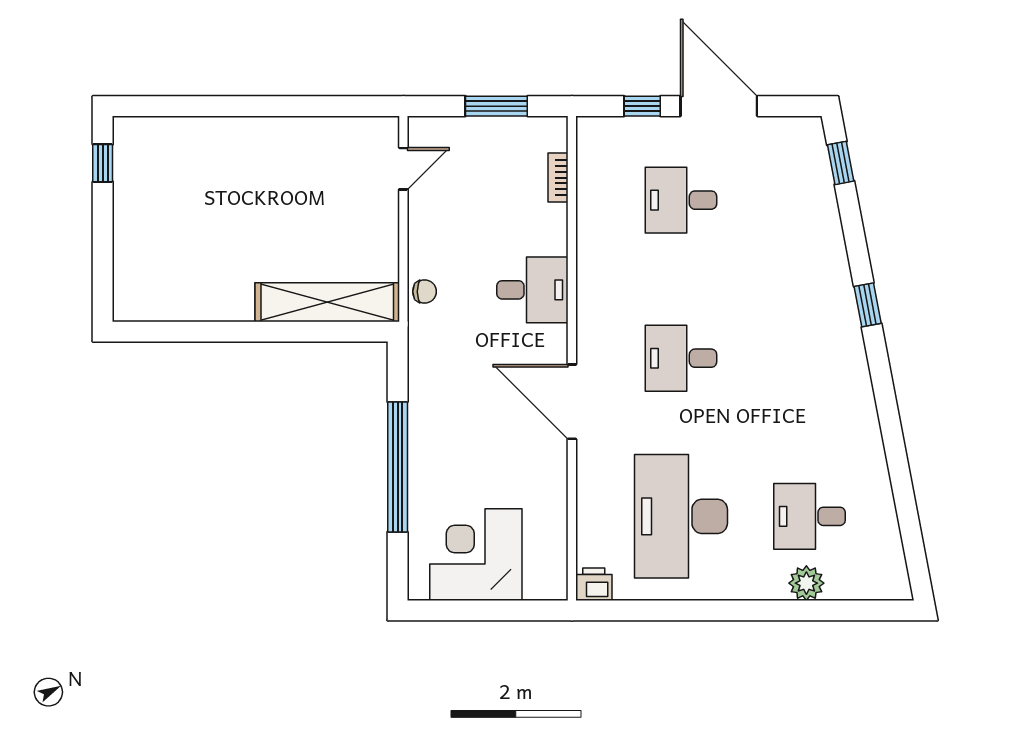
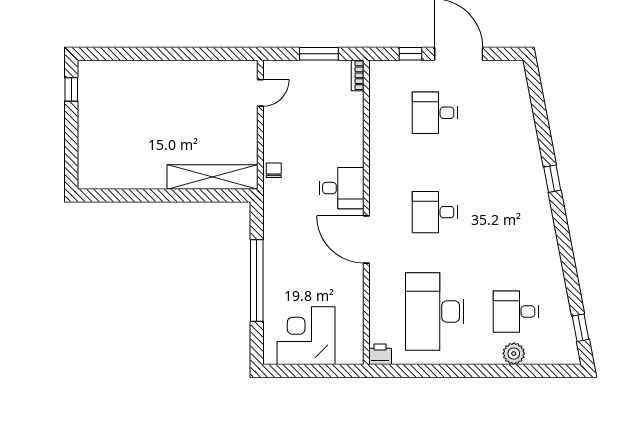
window: (841, 163) -> (581, 328), moved
bookcase: (558, 178) -> (358, 75), moved
desk: (532, 290) -> (341, 188), moved
chair: (425, 292) -> (274, 170), turned -90

